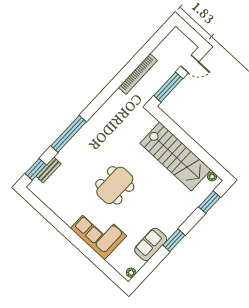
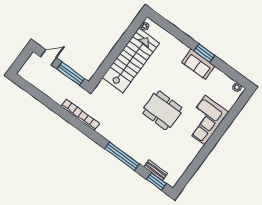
door: (190, 64) -> (48, 57), hinge flipped
bookcase: (138, 74) -> (80, 115), moved
window: (209, 202) -> (167, 26), removed
sofa: (151, 244) -> (198, 64), moved

